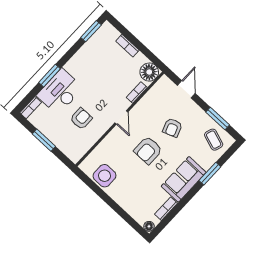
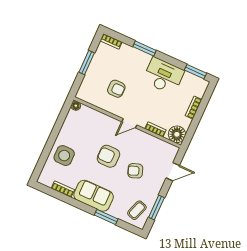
desk: (60, 92) -> (163, 76), moved
side table: (104, 176) -> (64, 156), moved
floor lamp: (149, 226) -> (76, 106), moved

